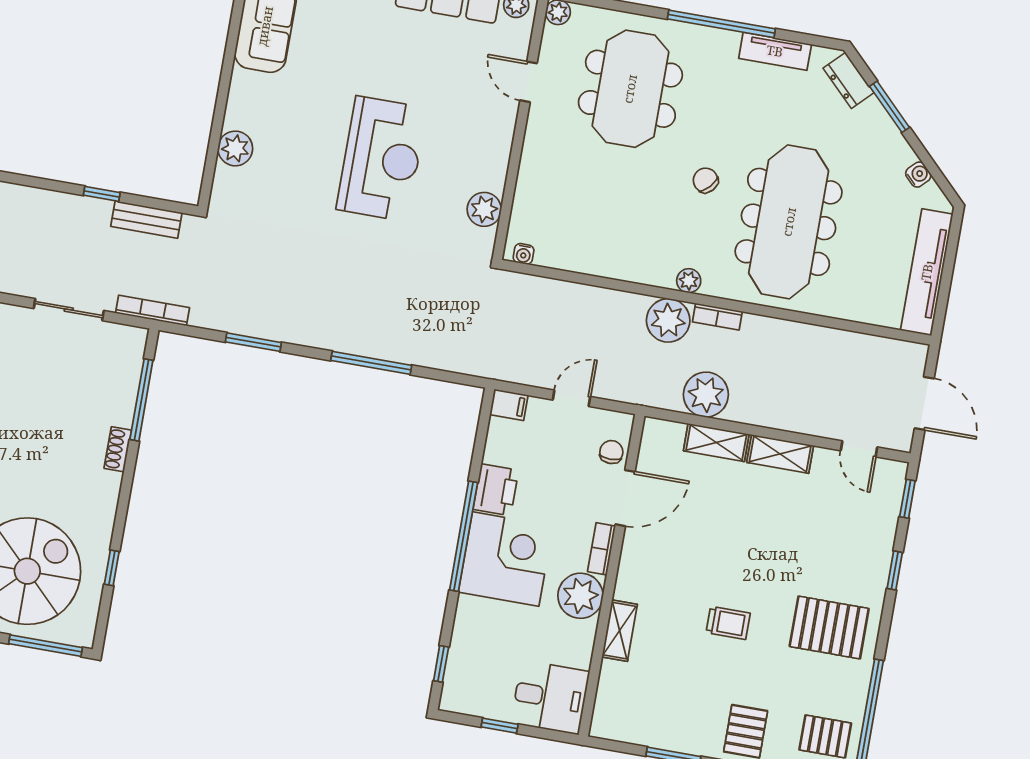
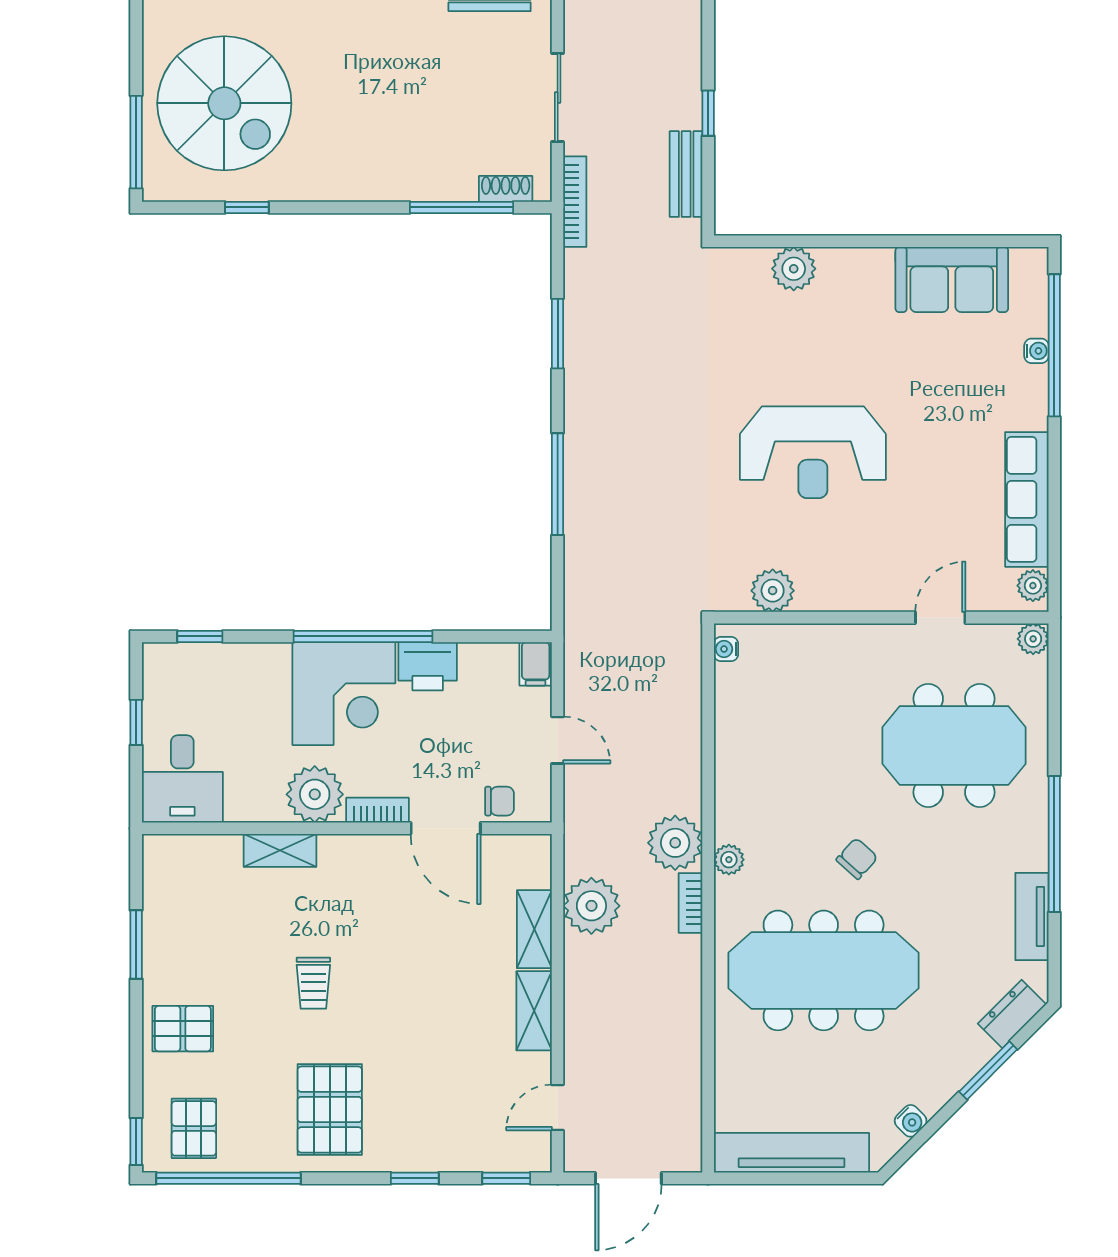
shoe rack: (118, 449) -> (506, 189), moved

